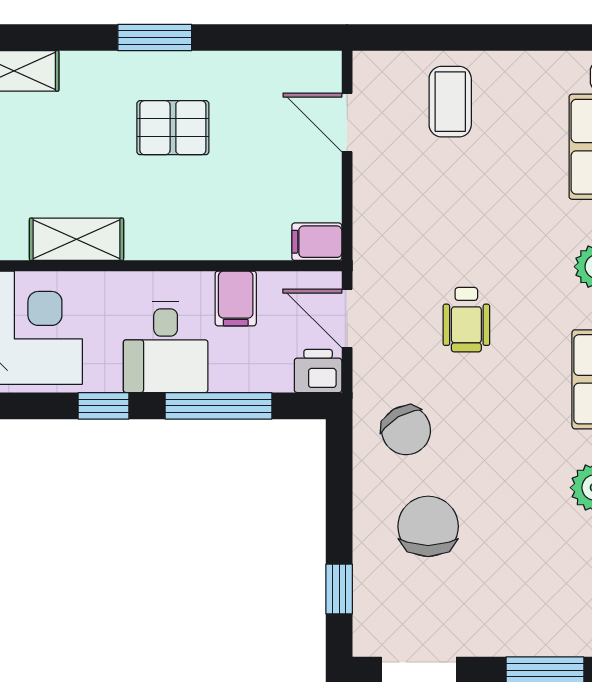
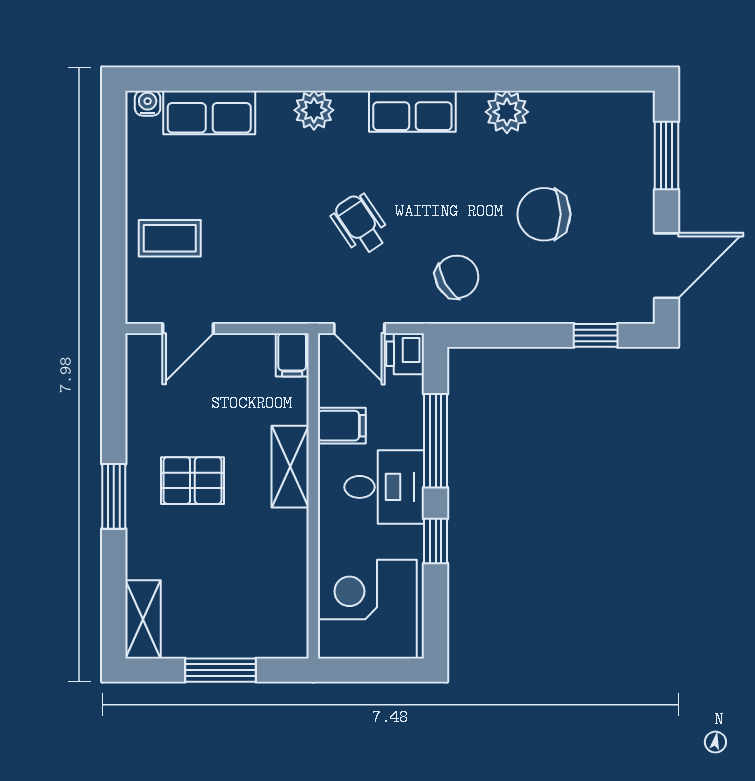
pallet: (173, 128) -> (192, 481), turned 90
shelving: (76, 239) -> (290, 467), moved
door: (347, 318) -> (359, 328), hinge flipped
wheelchair: (466, 320) -> (360, 224), turned -124
chair: (428, 526) -> (544, 214), moved

